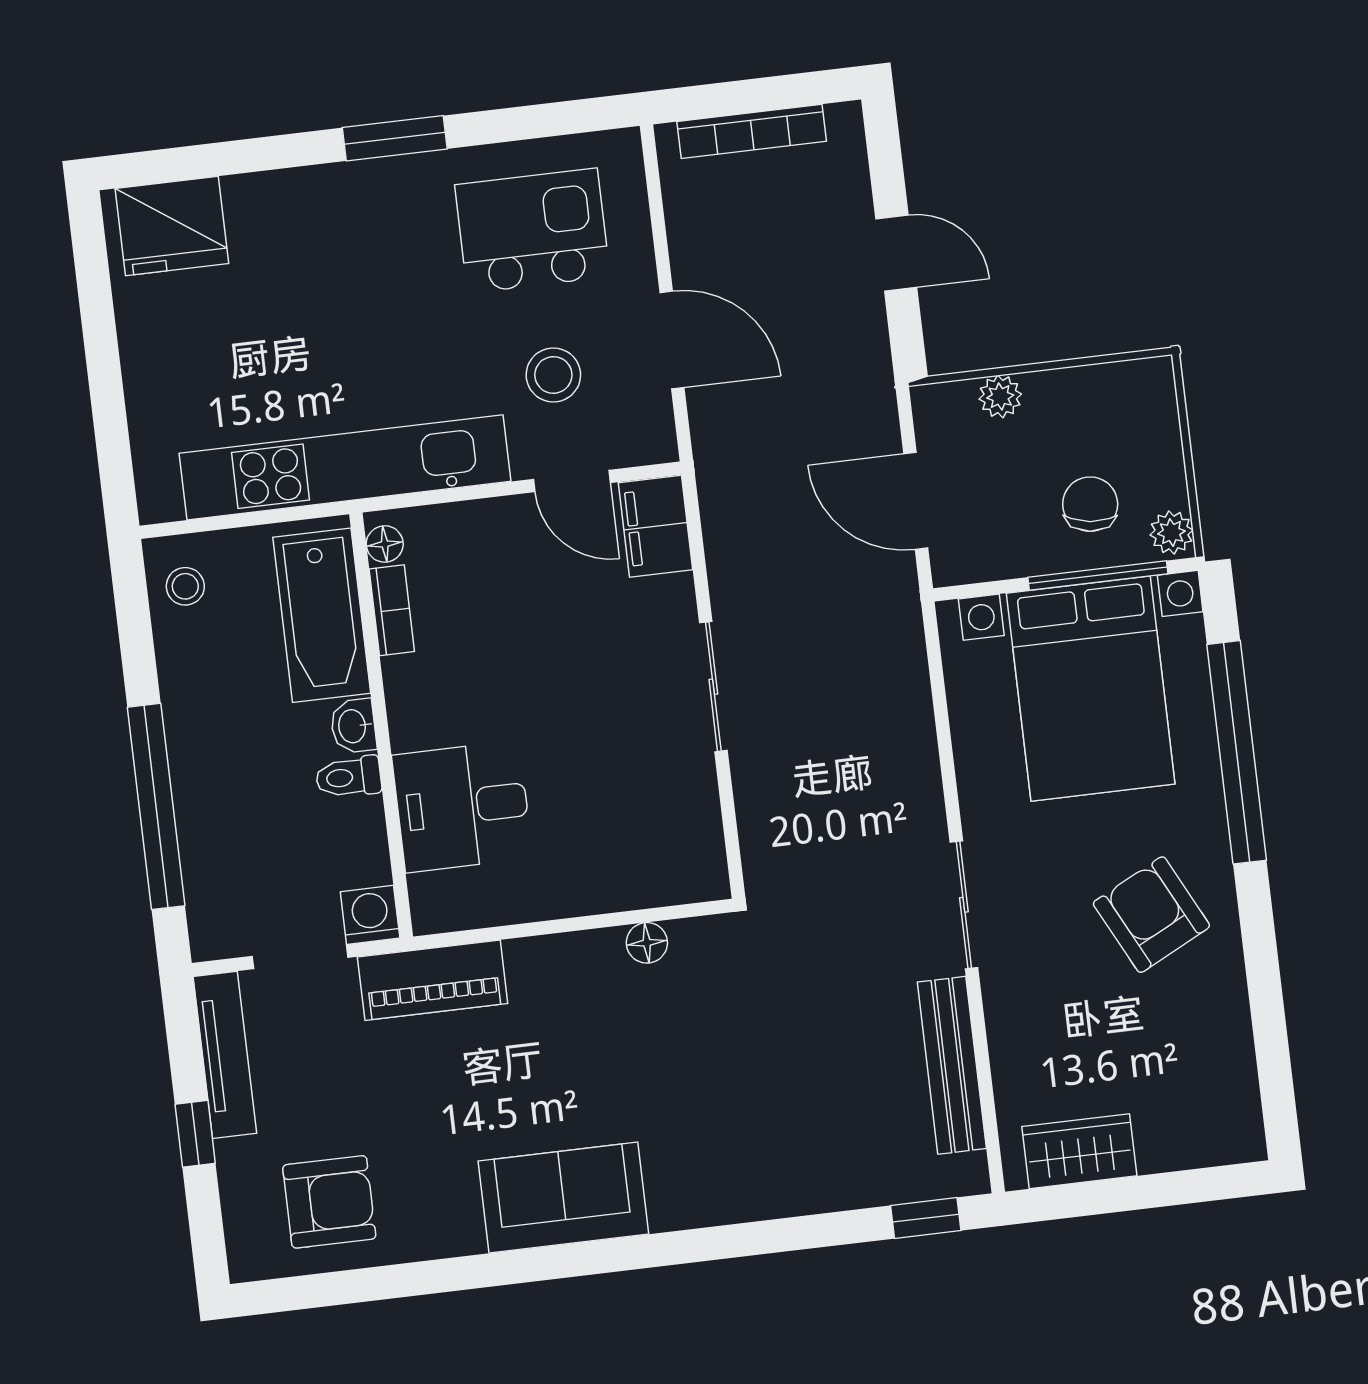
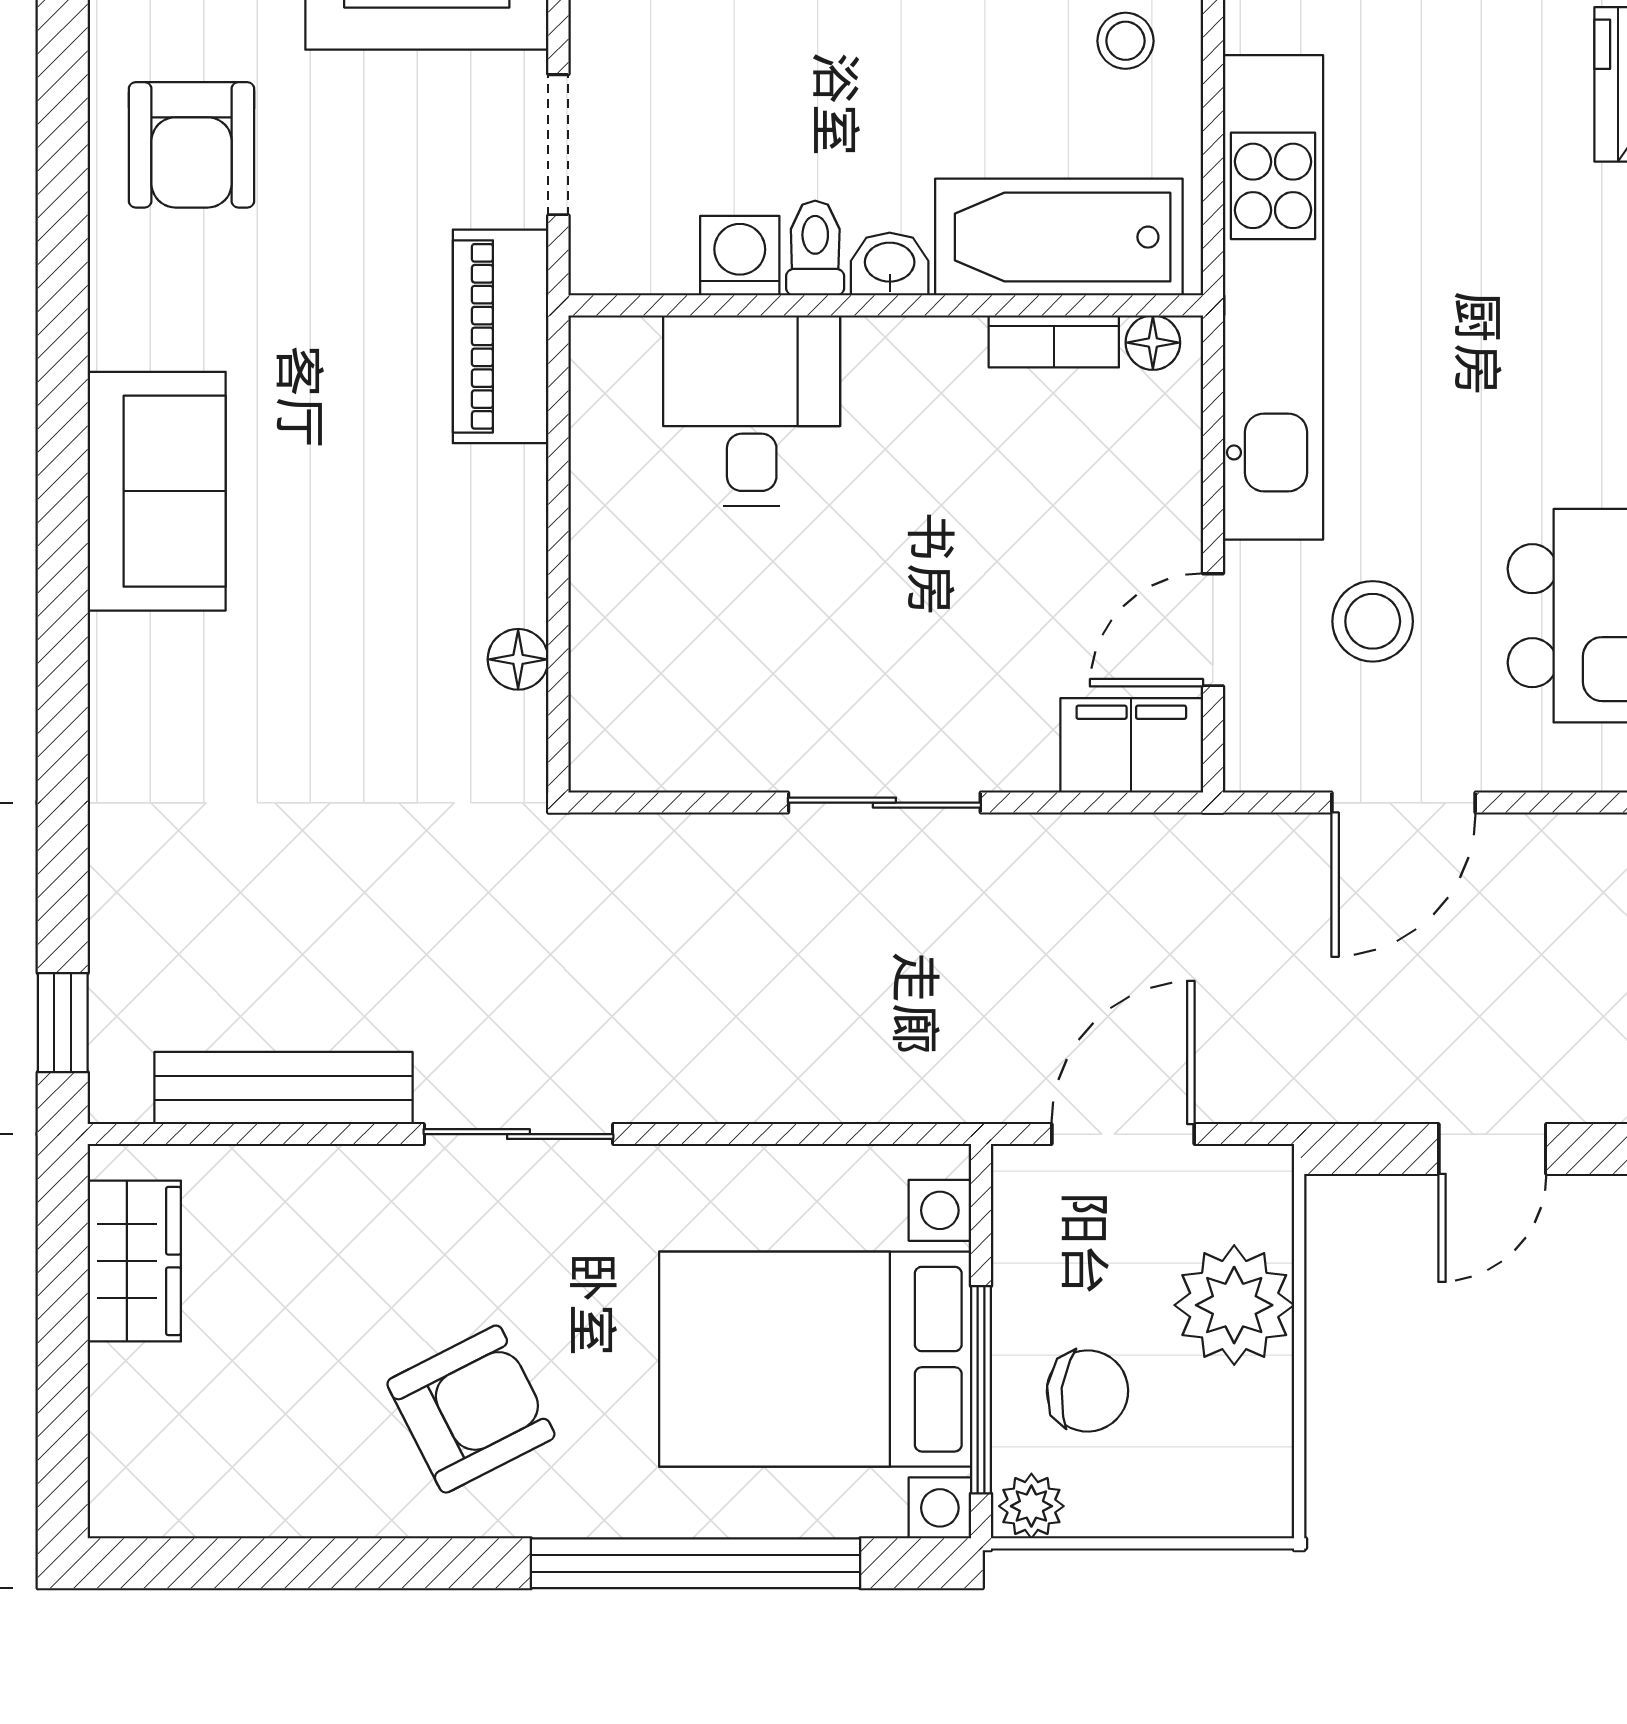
plant: (1000, 397) -> (1234, 1305), width x1.87, depth x1.87
washing machine: (370, 915) -> (740, 256), moved, turned -90

